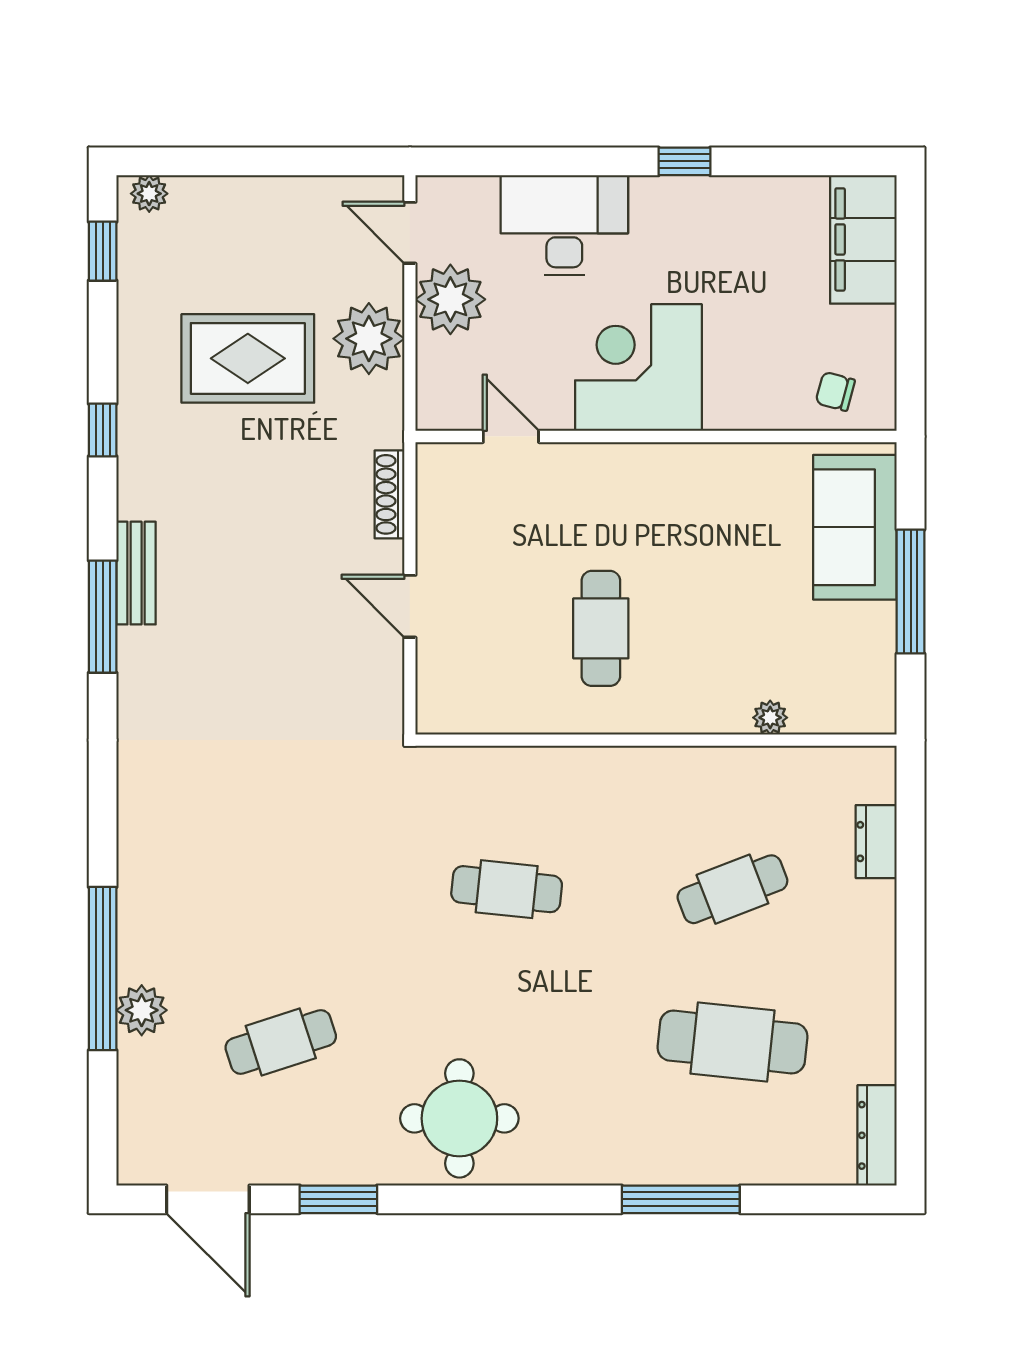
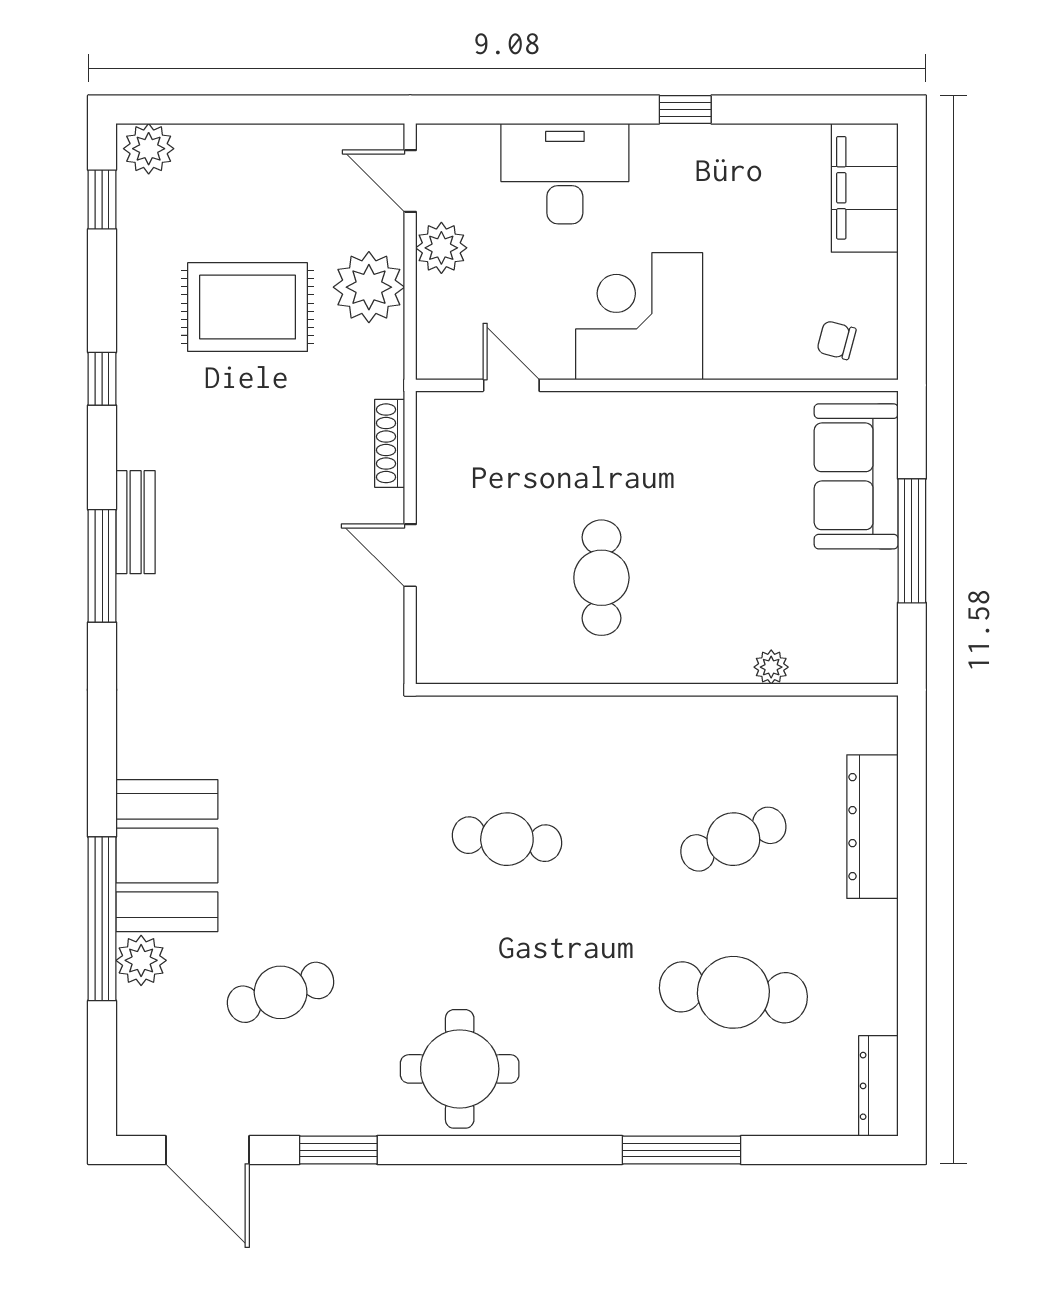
plant: (149, 194) -> (149, 149), width x1.38, depth x1.38
plant: (450, 299) -> (441, 248), width x0.73, depth x0.73
dresser: (876, 842) -> (872, 827), width x1.96, depth x1.24
booth: (167, 906) -> (167, 856), added

